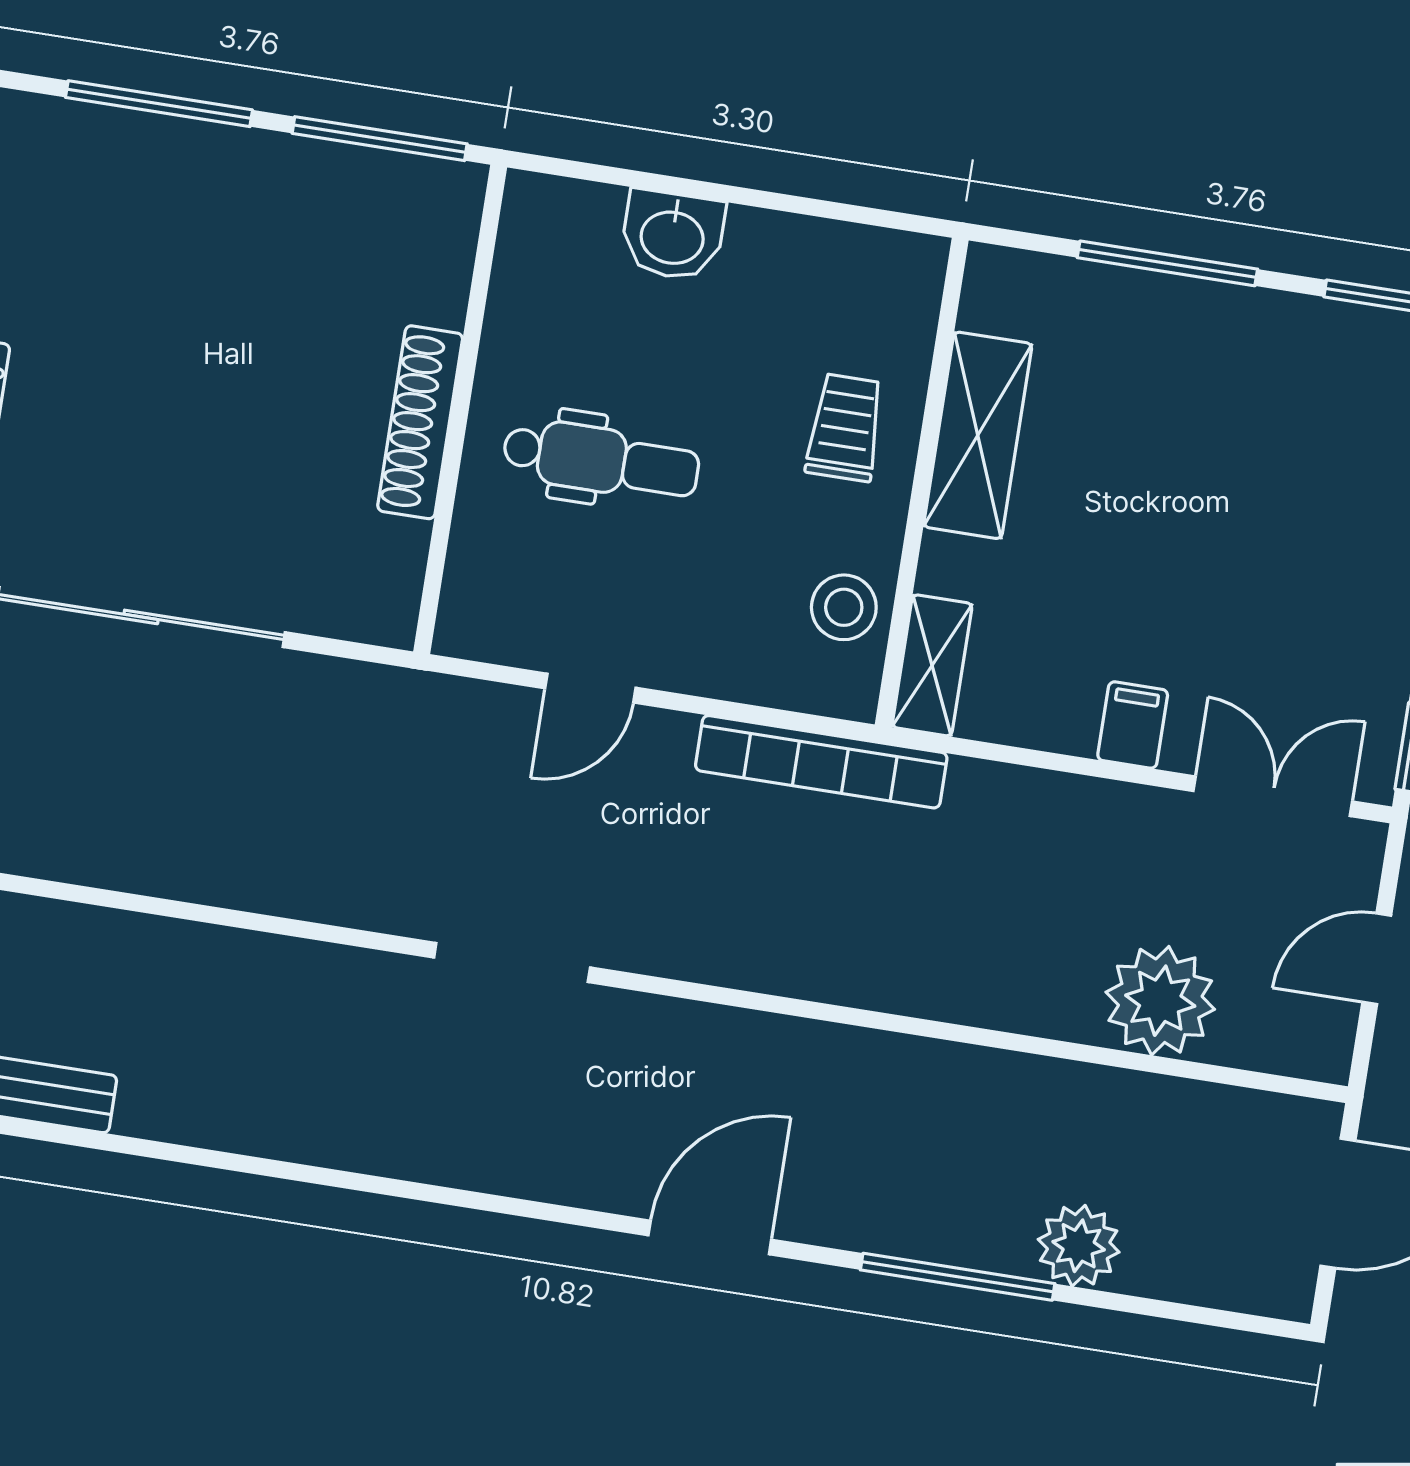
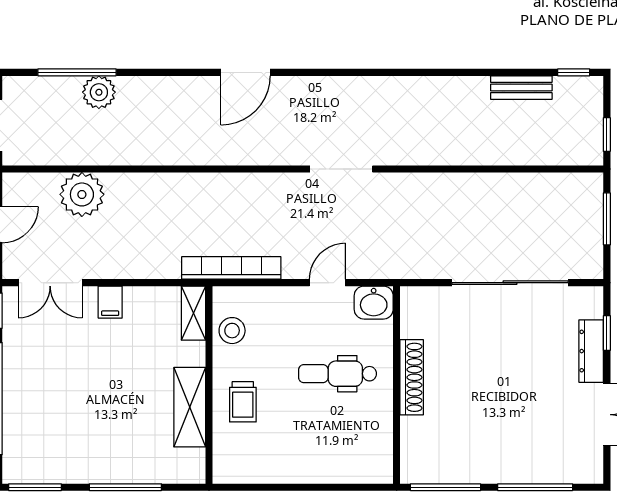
washbasin: (673, 235) -> (374, 303), moved, turned 180
window: (958, 1277) -> (77, 72), moved

